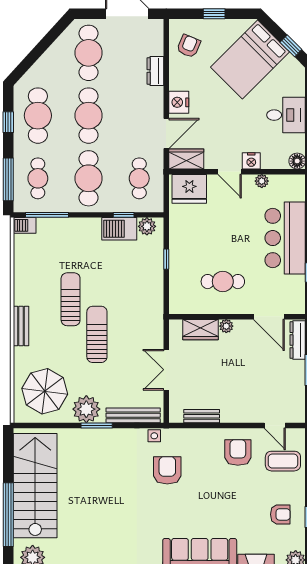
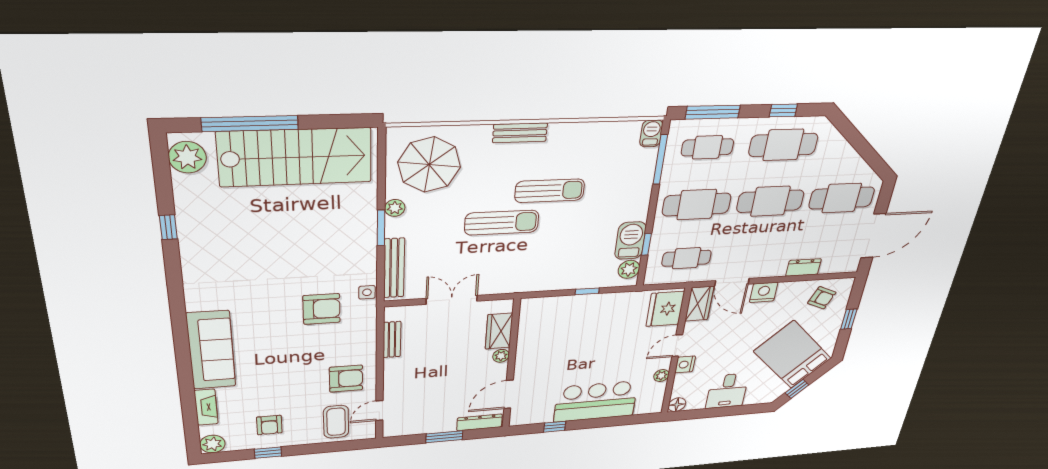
cafe table: (223, 282) -> (554, 349), removed
plant: (86, 409) -> (395, 208), width x0.53, depth x0.53

